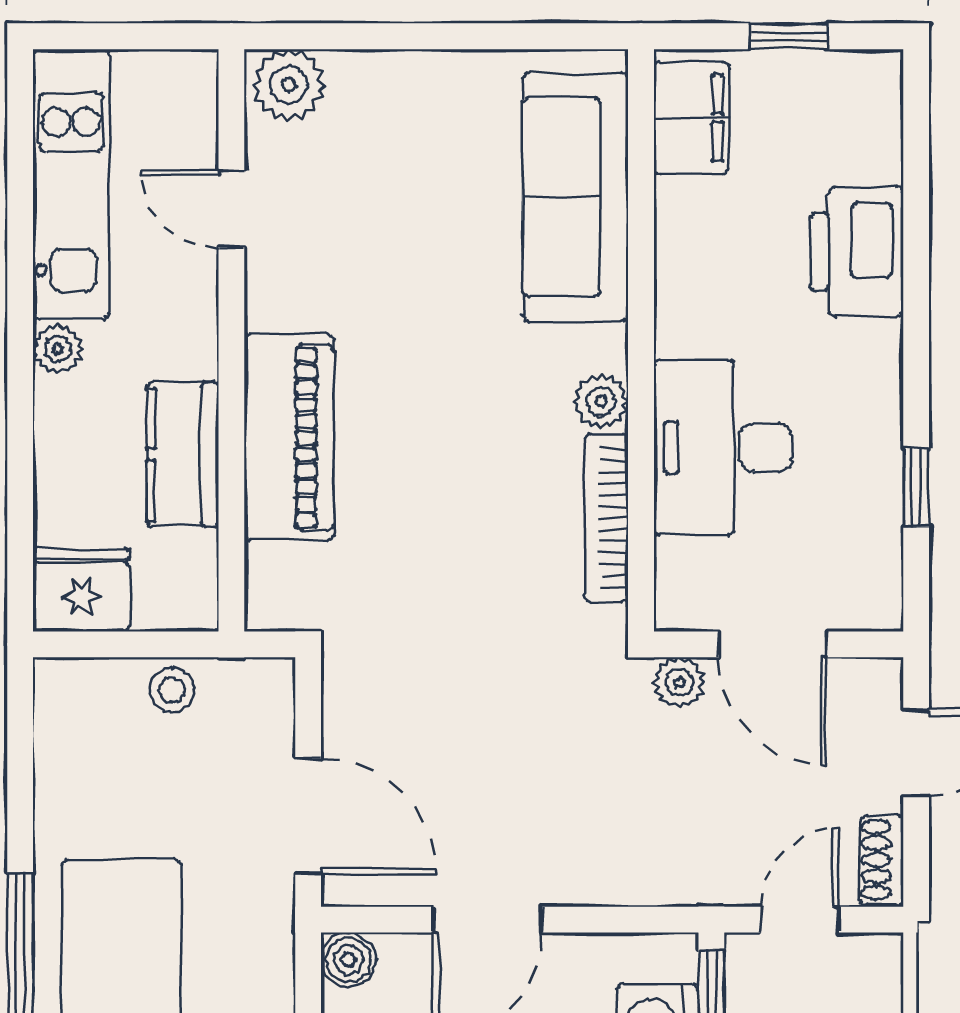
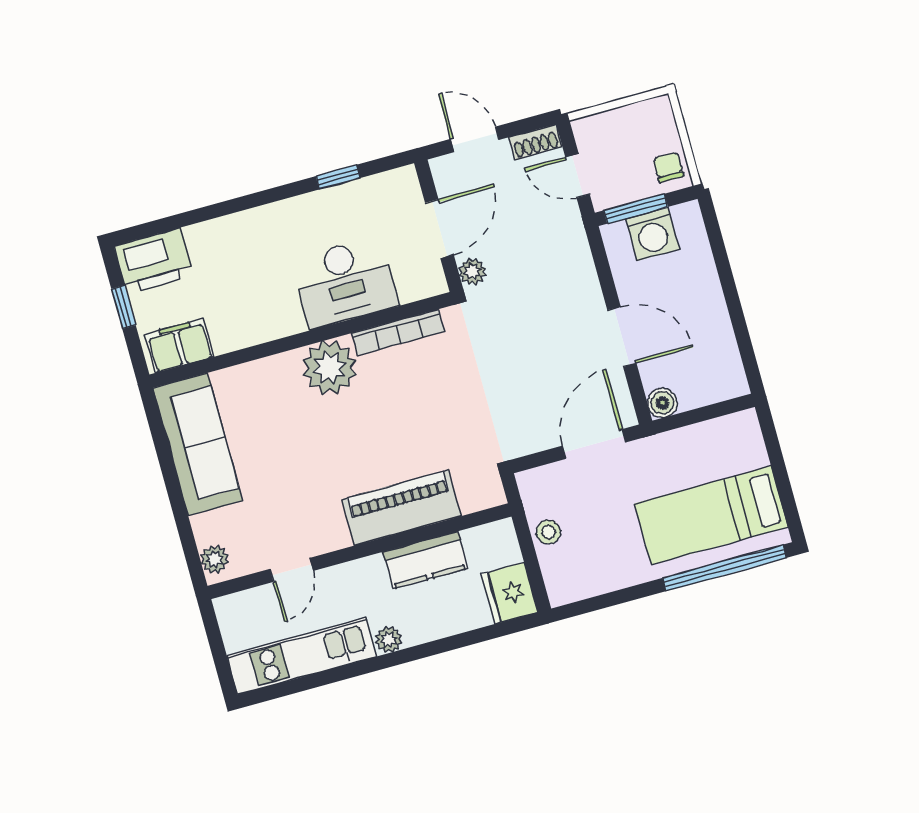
plant: (289, 85) -> (215, 559), width x0.73, depth x0.73
sofa: (575, 197) -> (198, 444), moved, turned -90
printer: (857, 252) -> (154, 261), moved
plant: (601, 401) -> (329, 368), width x1.88, depth x1.88

